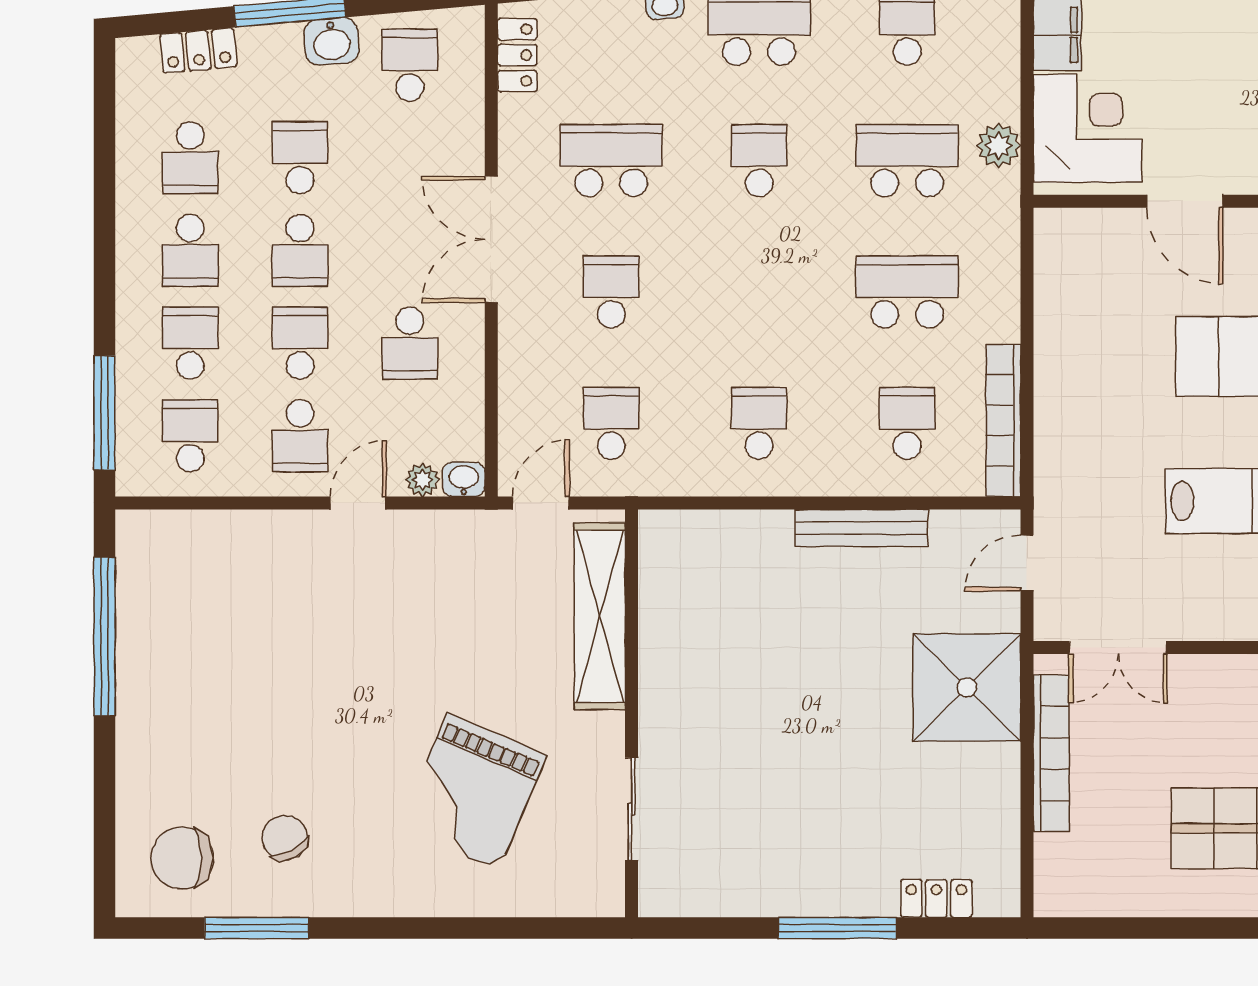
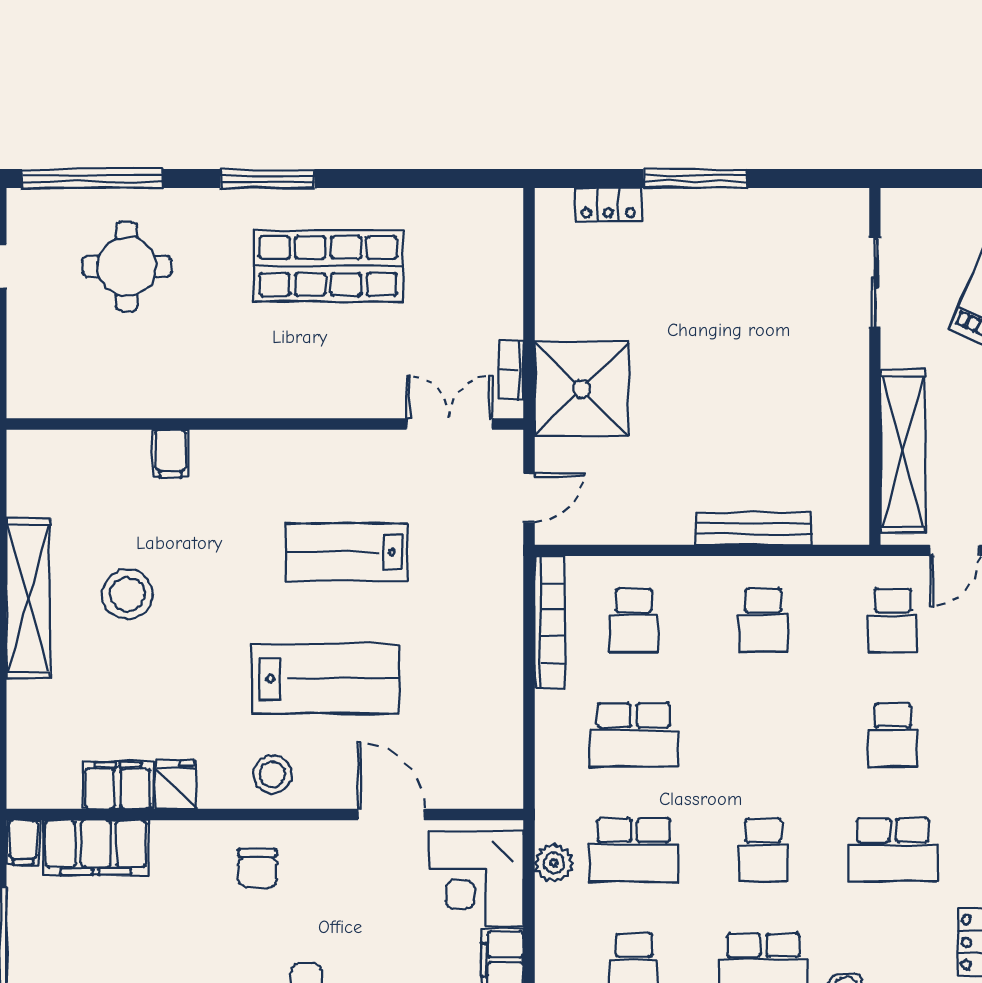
bench: (862, 528) -> (754, 529), moved
bookcase: (1051, 753) -> (512, 370), width x0.43, depth x0.76

